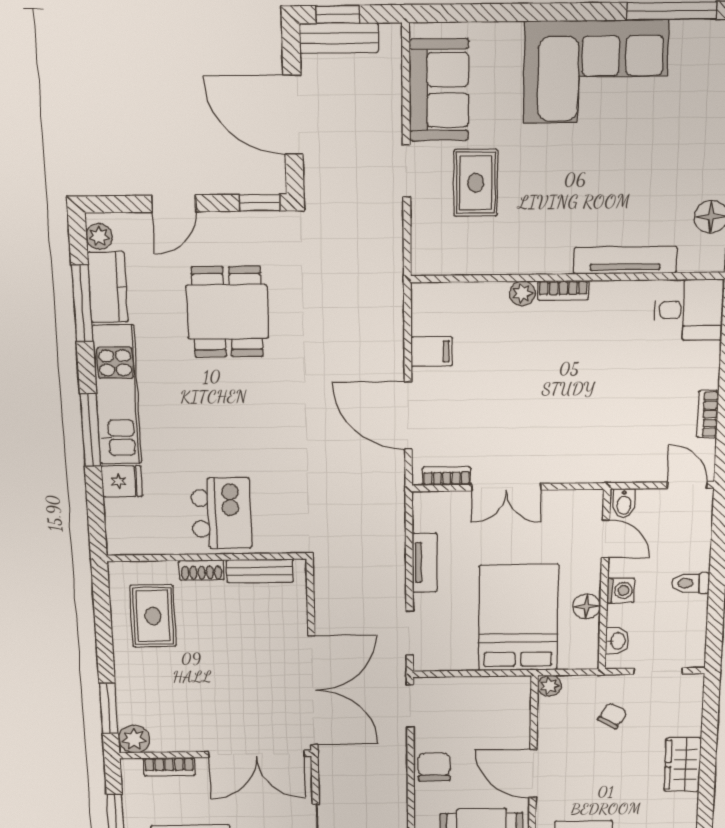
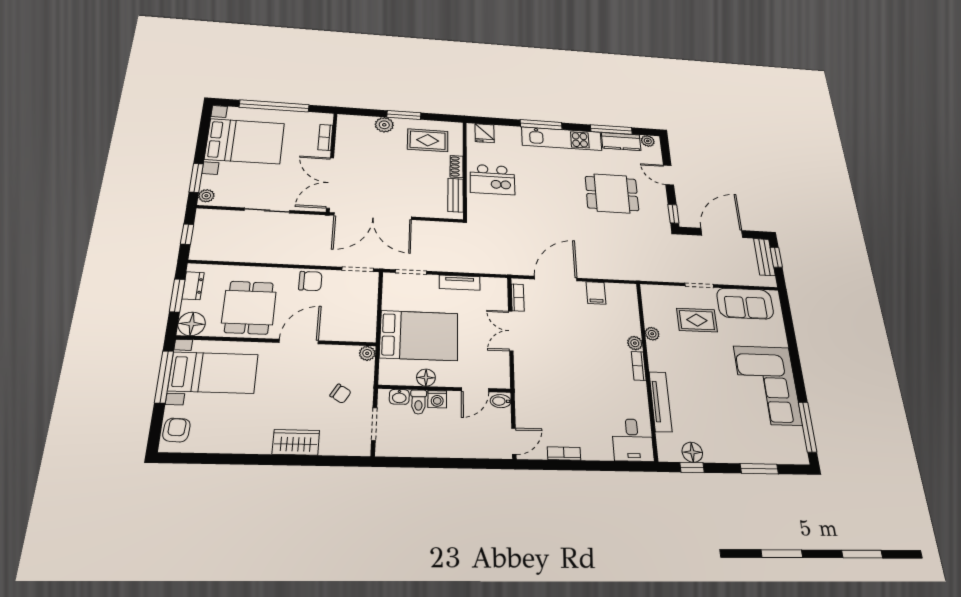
plant: (504, 263) -> (652, 334), added
fridge: (122, 481) -> (485, 133), moved
toilet: (691, 583) -> (418, 402), moved, turned 180
window: (109, 708) -> (404, 115), moved
plant: (134, 739) -> (384, 125), moved

